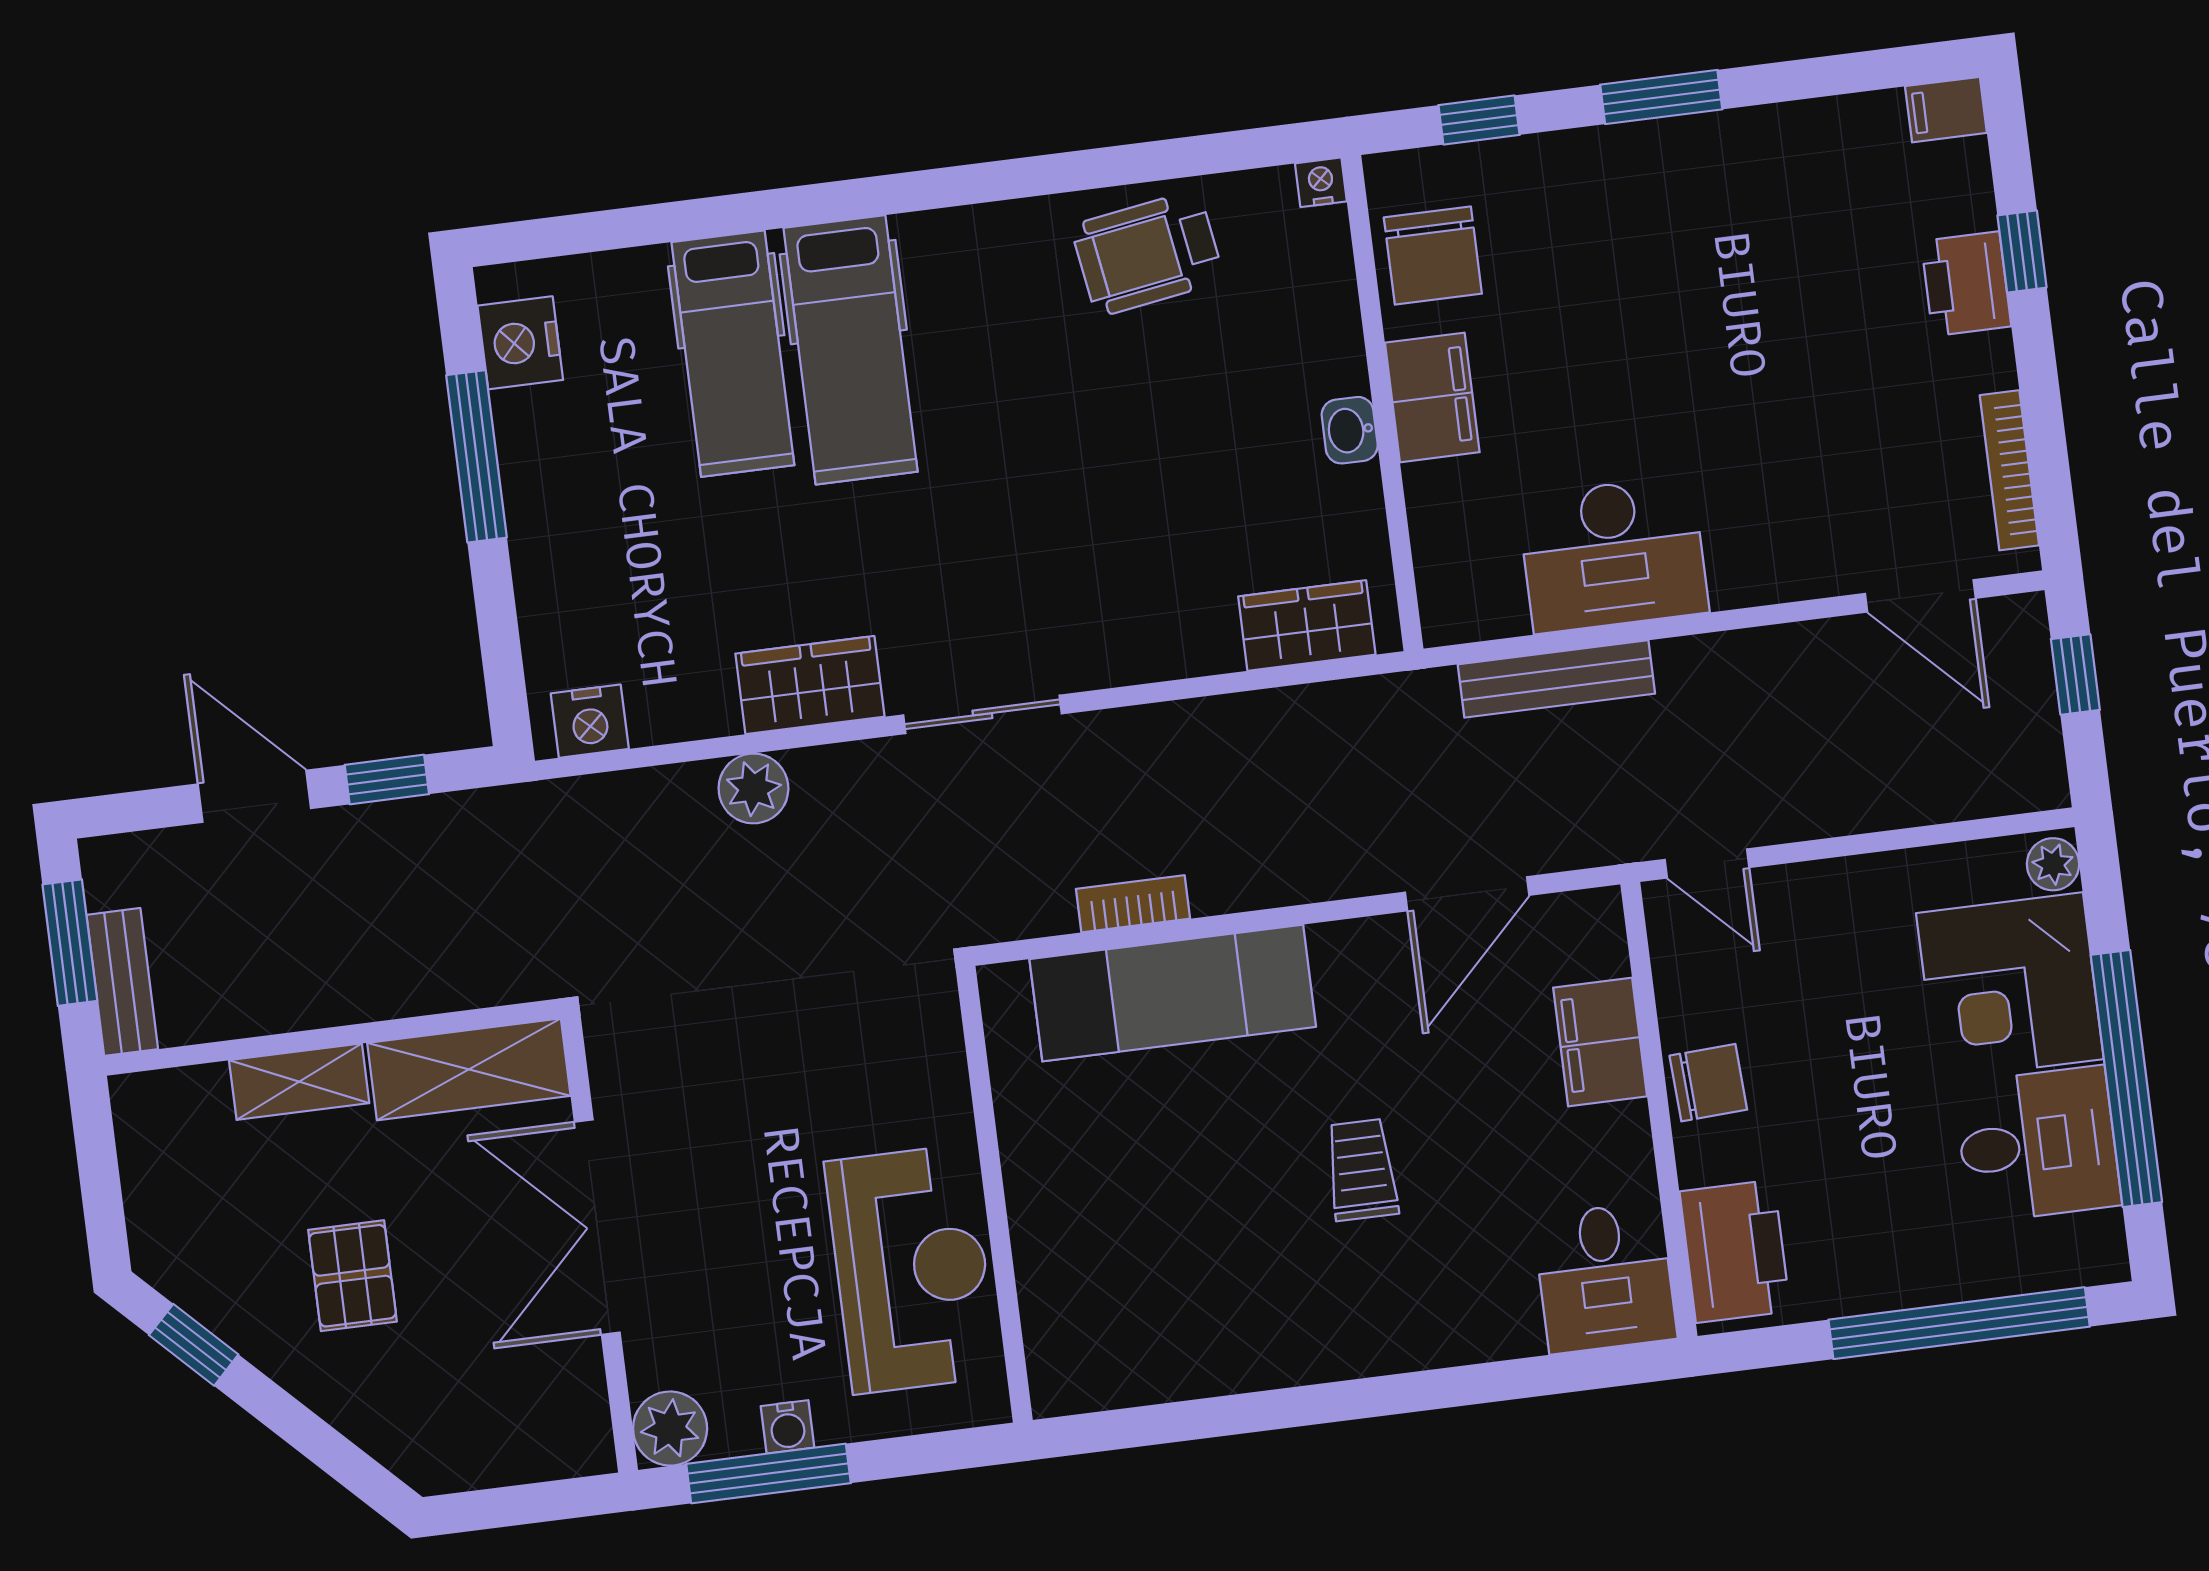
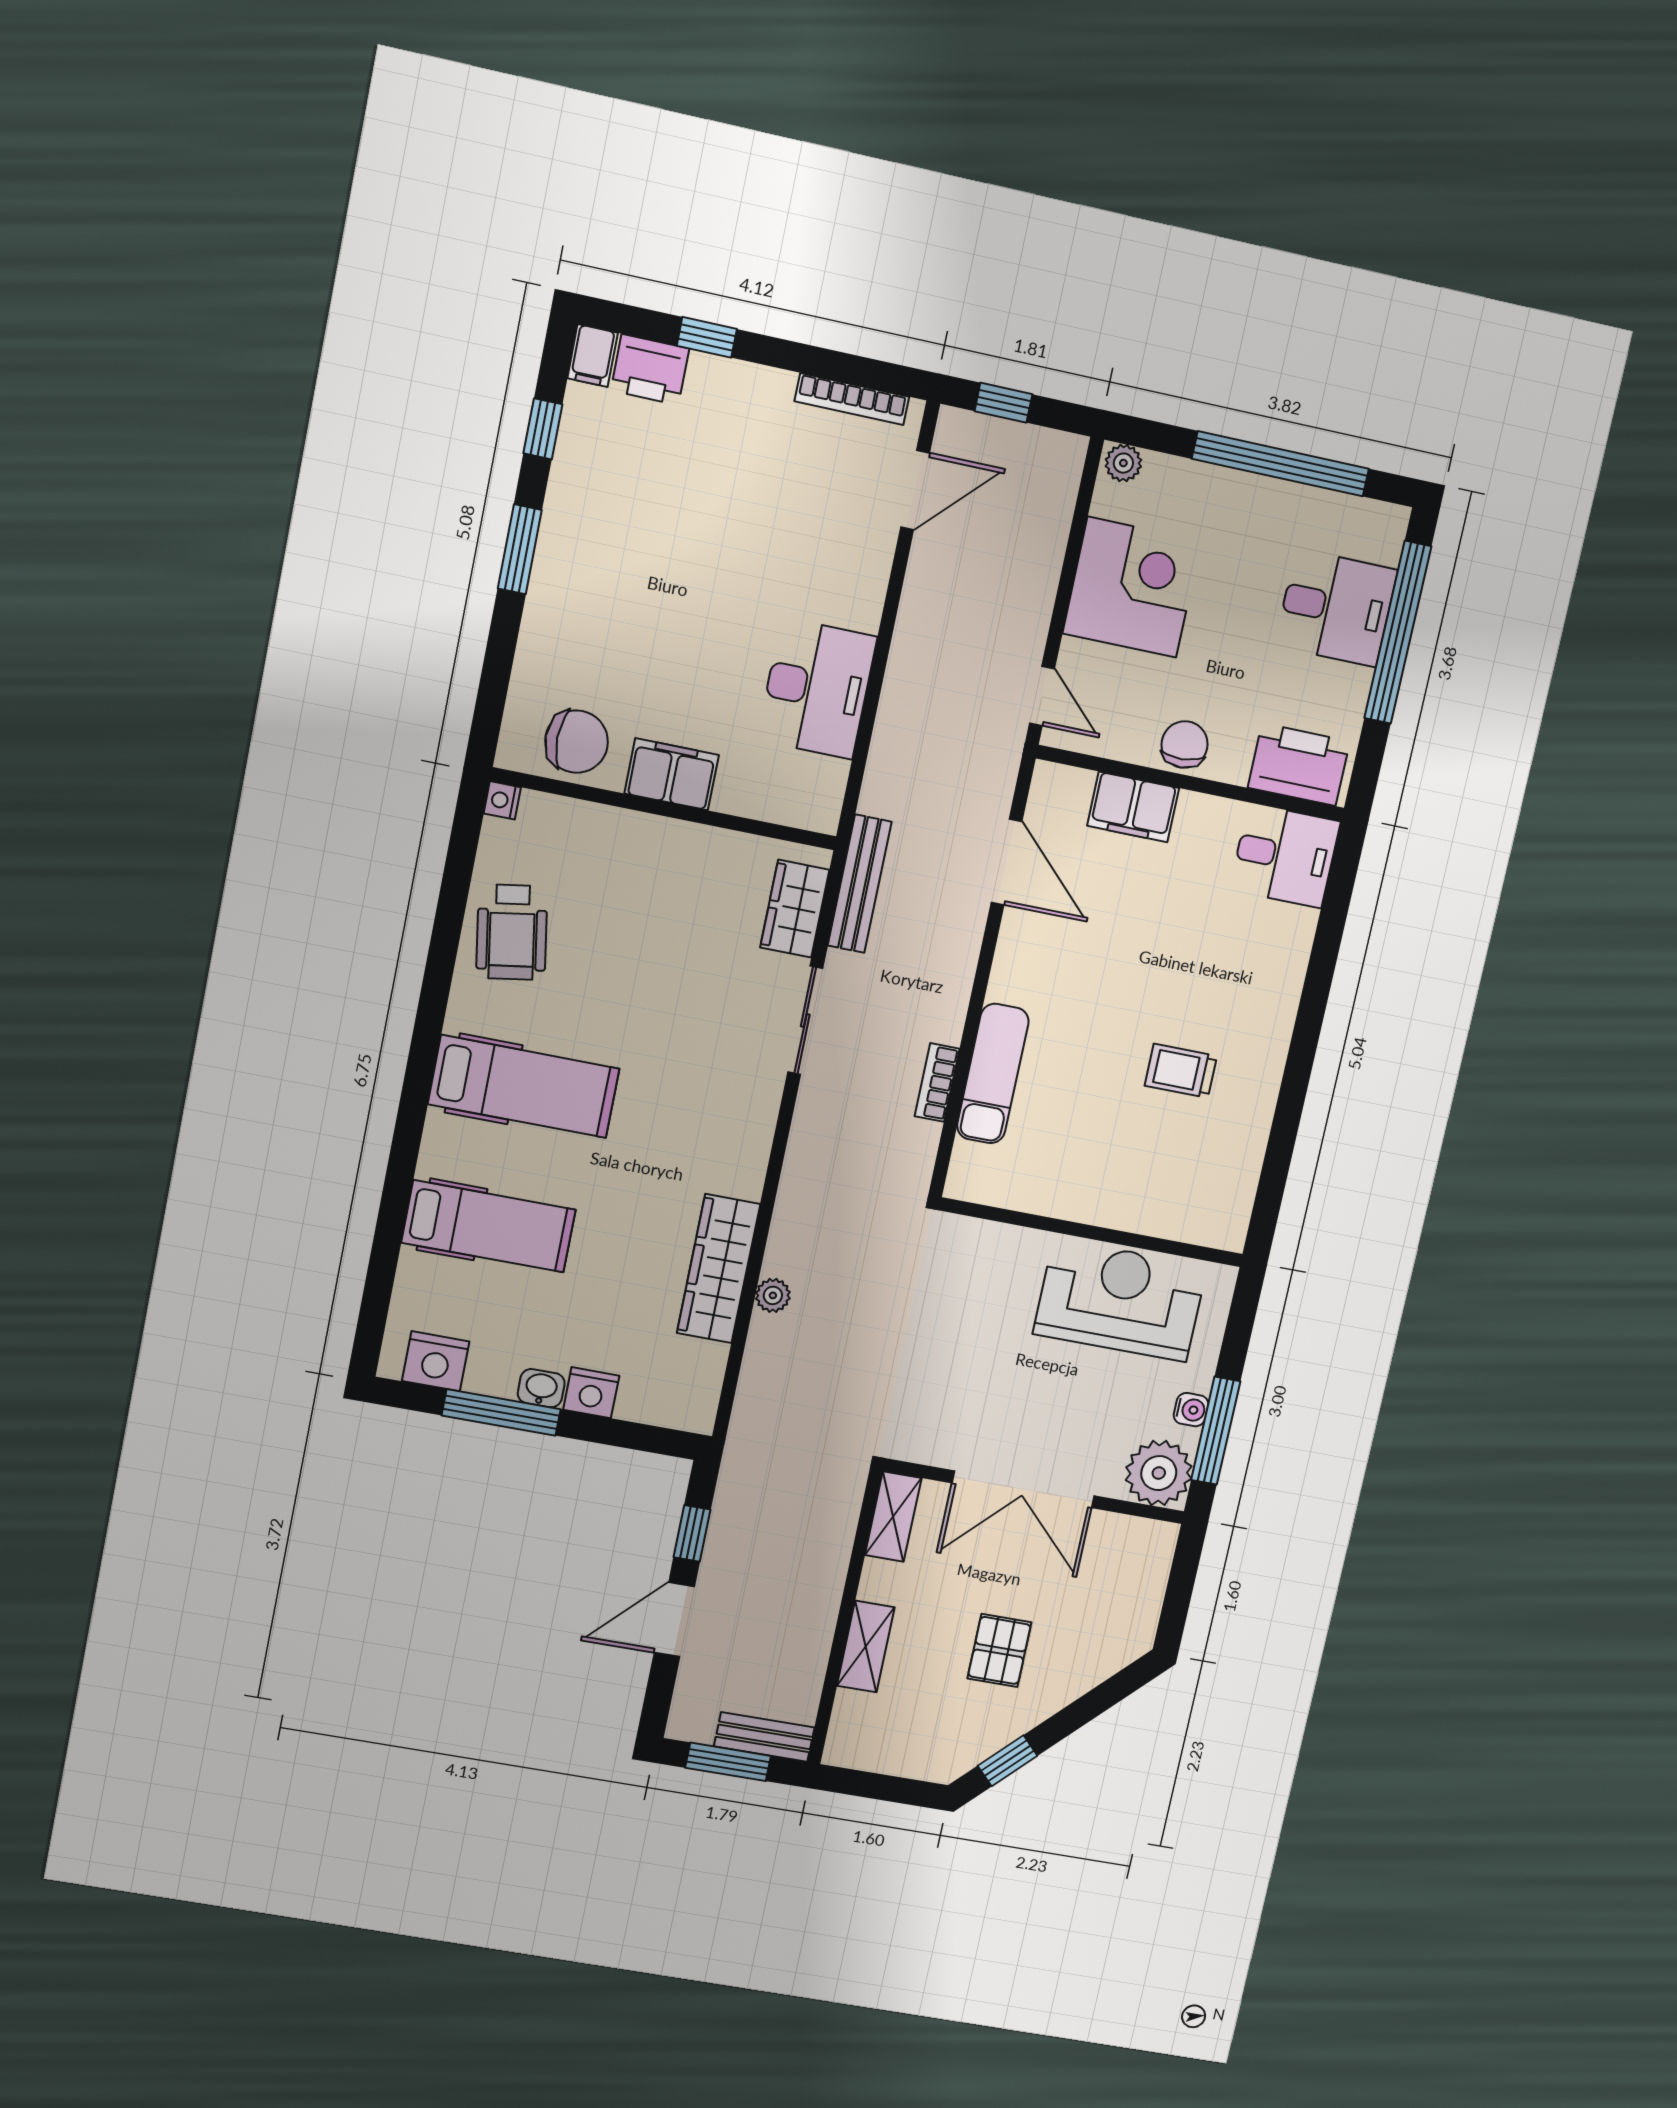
window: (1479, 120) -> (543, 429), moved
printer: (1966, 284) -> (650, 370), moved
hospital bed: (851, 350) -> (524, 1086), moved
washbasin: (1350, 430) -> (541, 1388), moved, turned 180
bench: (1556, 679) -> (860, 884), moved
wardrobe: (810, 685) -> (718, 1269), width x1.50
sliding door: (982, 714) -> (805, 1020), moved
nightstand: (590, 721) -> (591, 1393), moved, turned 90
plant: (753, 788) -> (773, 1295), width x0.73, depth x0.73
door: (1707, 863) -> (1042, 696), hinge flipped
corner desk: (2010, 986) -> (1132, 587), moved, turned -90
exam couch: (1173, 993) -> (993, 1074), width x0.73, depth x0.69
shelving: (469, 1069) -> (893, 1517), width x0.67, depth x0.75
desk: (2037, 1144) -> (1336, 608), moved, turned 90
trolley: (1362, 1170) -> (1181, 1071), moved
pallet: (353, 1276) -> (999, 1650), turned 90
plant: (670, 1429) -> (1159, 1473), width x1.36, depth x1.36

